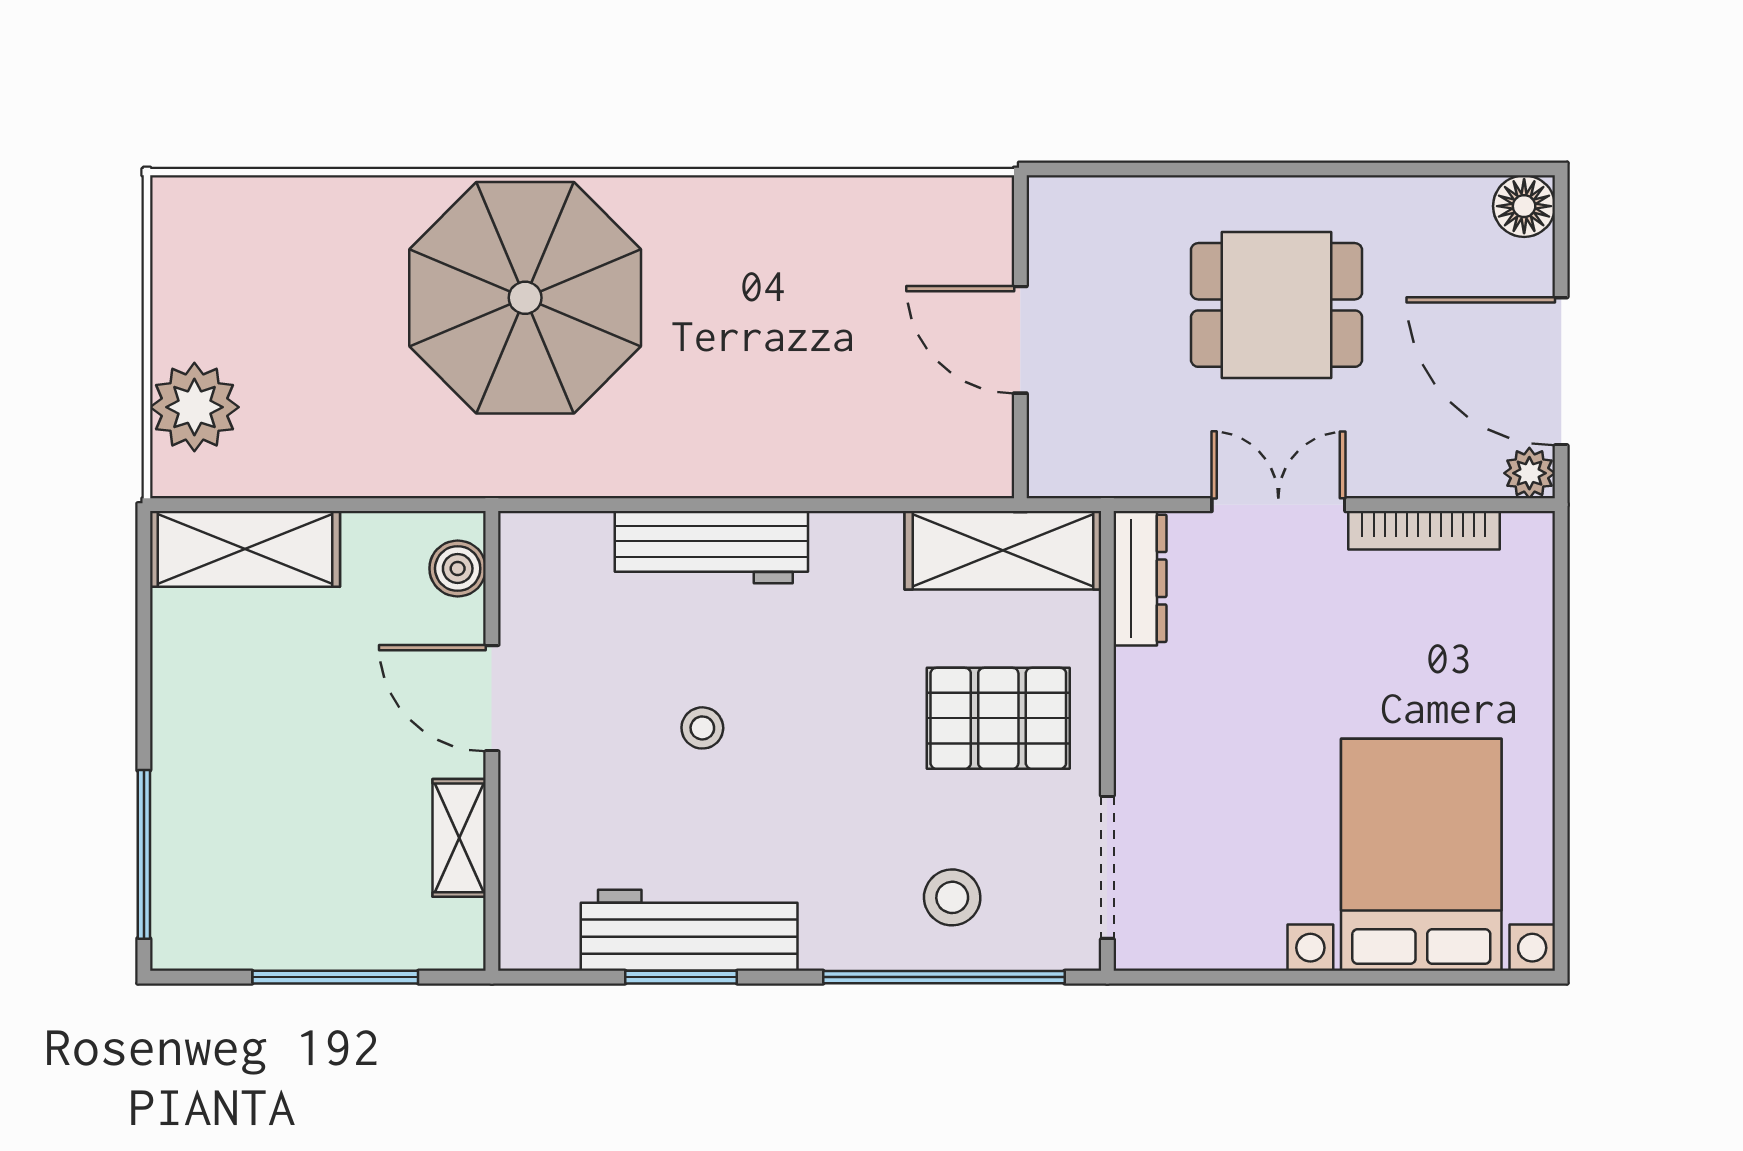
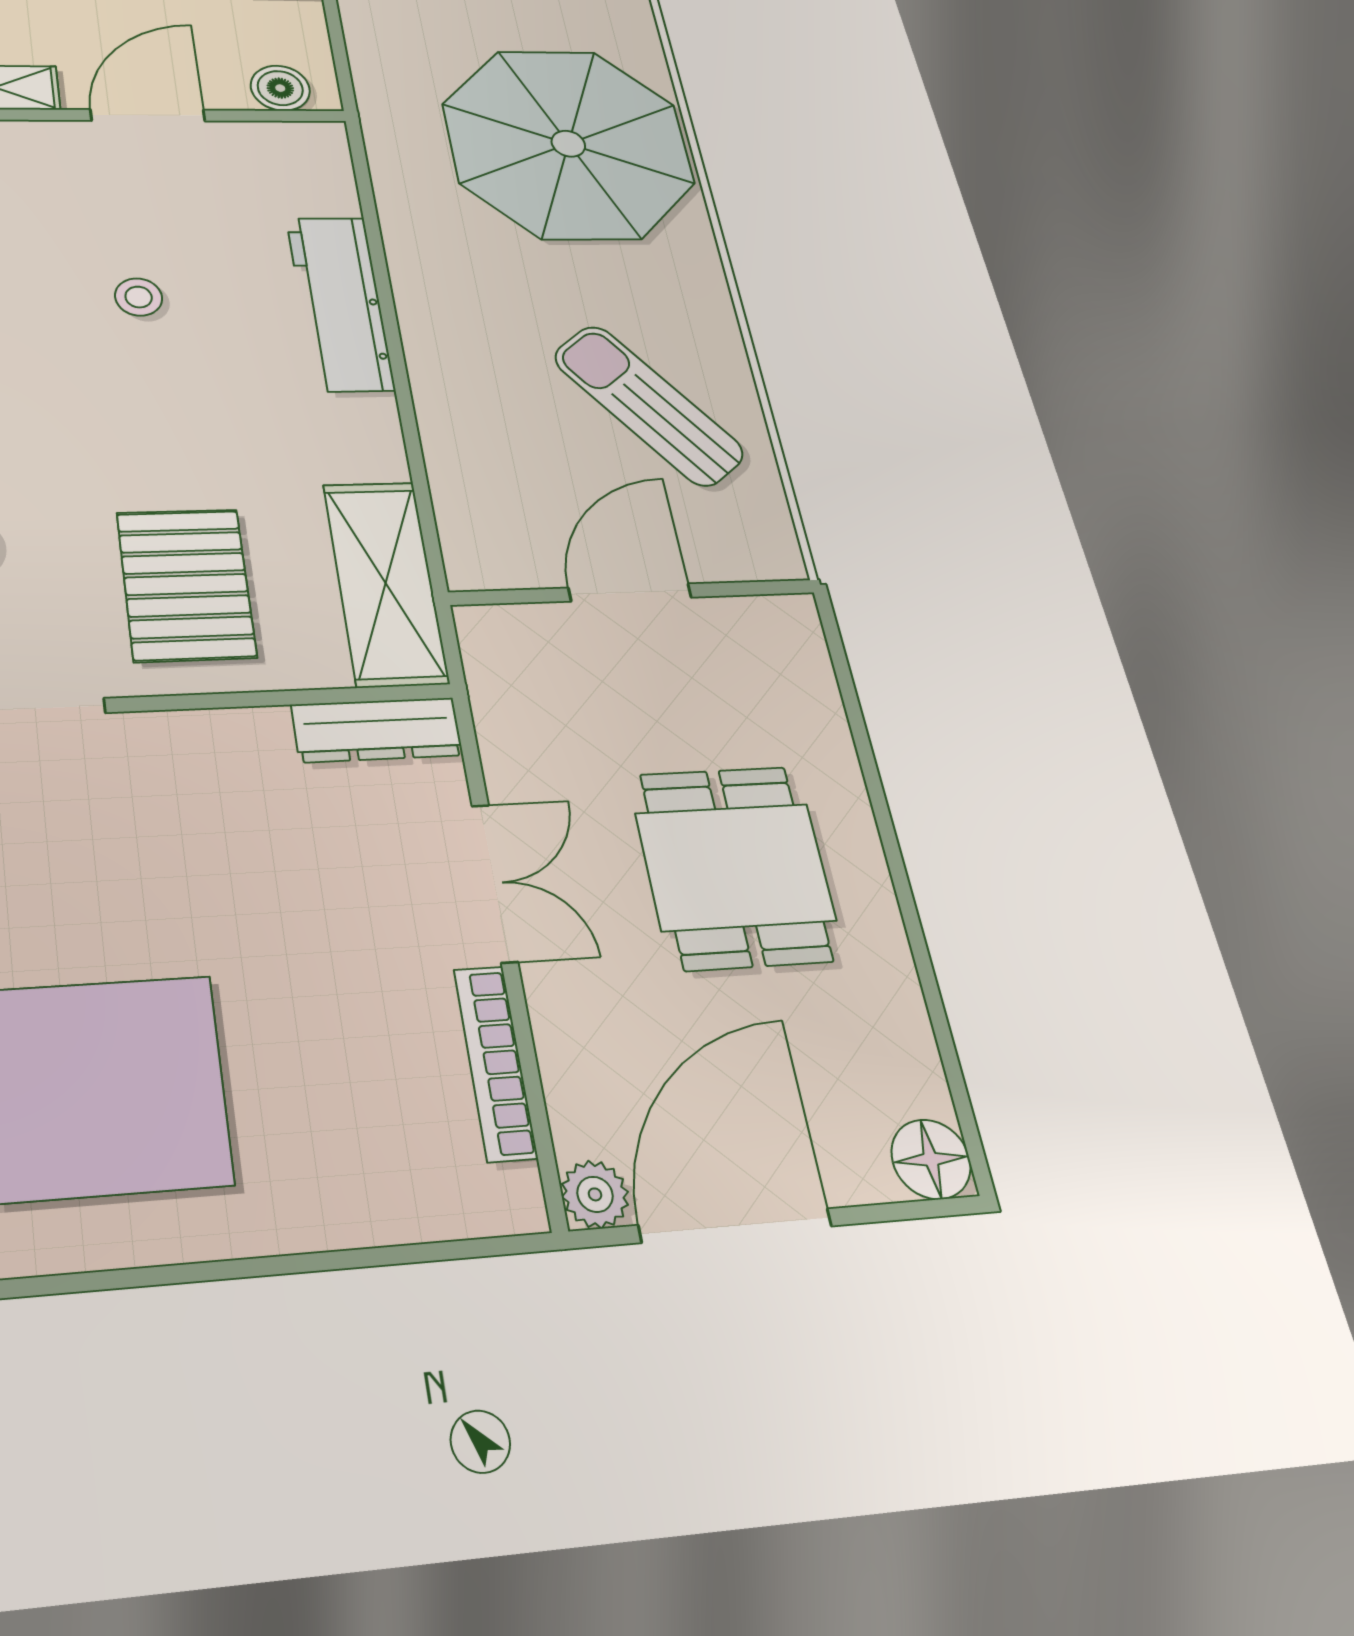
sun lounger: (828, 282) -> (648, 405), added

